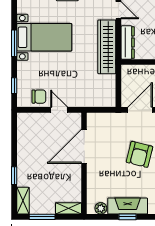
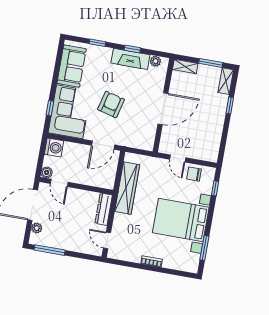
bed with nightstands: (44, 37) -> (181, 220), width x1.36
window: (14, 43) -> (204, 248), moved
wardrobe: (107, 47) -> (127, 188), moved
door: (84, 146) -> (163, 109), moved

